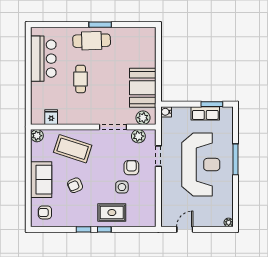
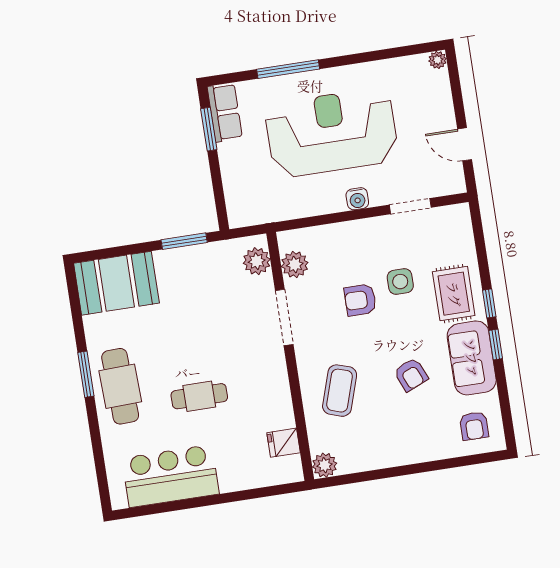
window: (158, 83) -> (184, 241), added
booth: (143, 88) -> (116, 283), moved
water cooler: (166, 112) -> (357, 199), moved
row of seats: (205, 113) -> (225, 112), moved
coffee table: (73, 149) -> (340, 391), width x0.73, depth x0.76
doorway: (158, 156) -> (410, 206), moved
window: (235, 159) -> (288, 69), moved
armchair: (131, 168) -> (360, 300), moved
sofa: (41, 180) -> (472, 358), moved, turned -90

